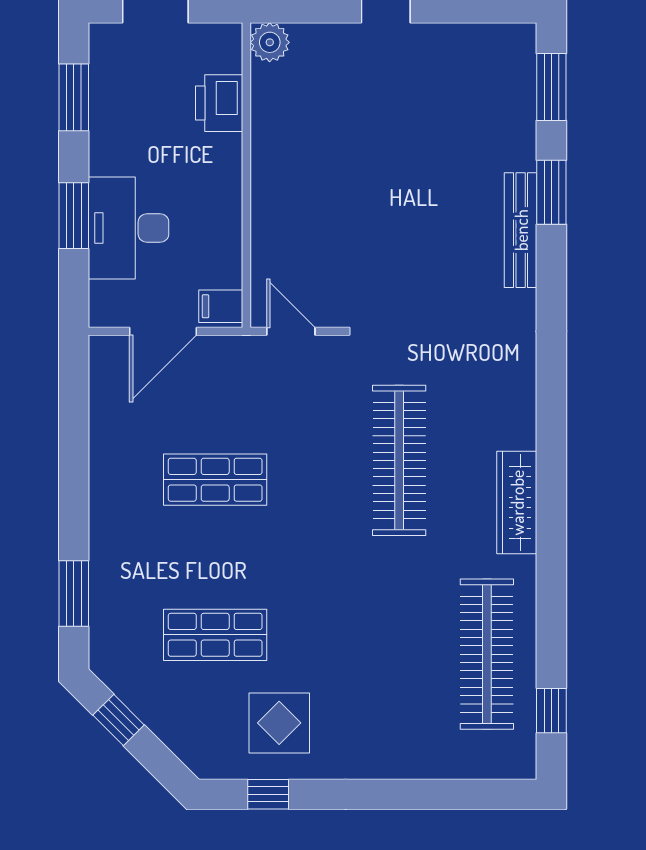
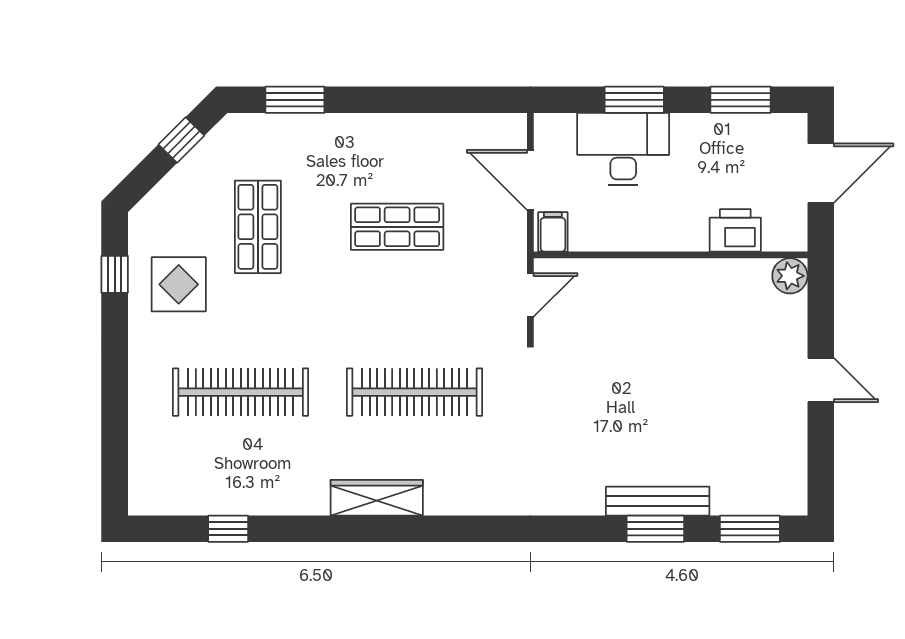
bench: (521, 230) -> (658, 501), moved
shop shelf: (215, 480) -> (397, 227), turned 90
clothes rail: (487, 654) -> (241, 392), moved
window: (551, 711) -> (228, 529), moved

